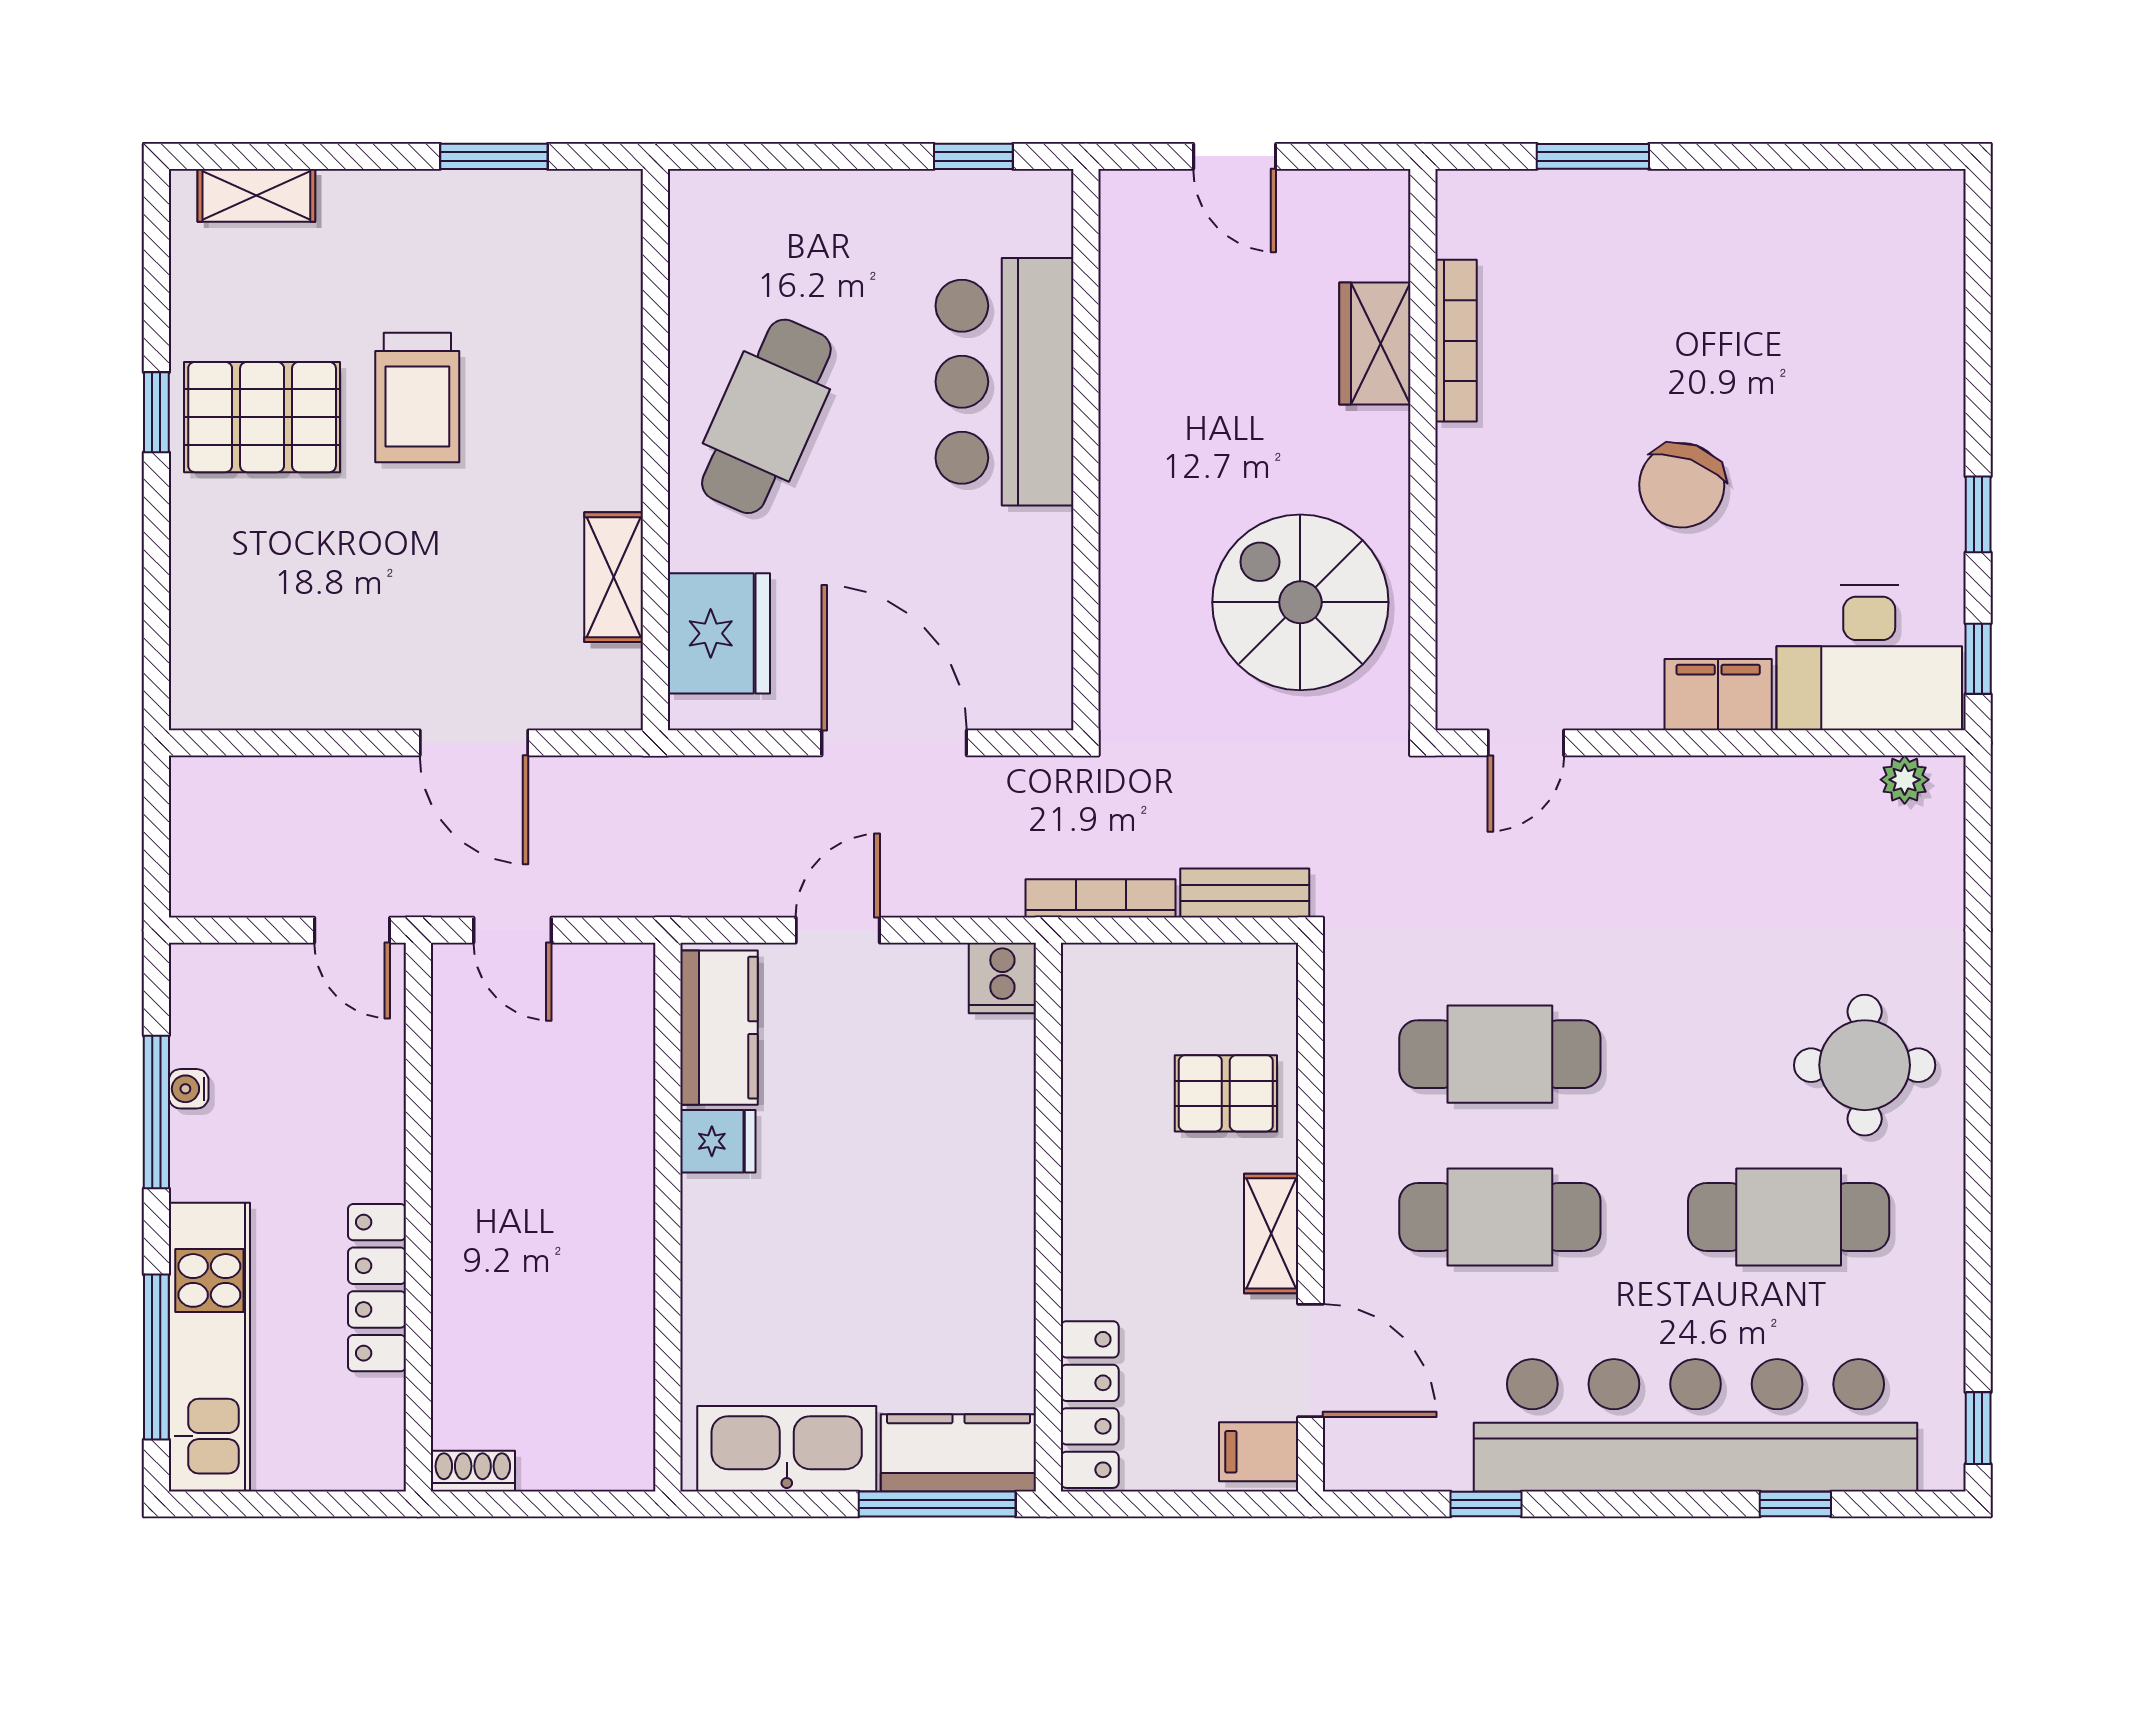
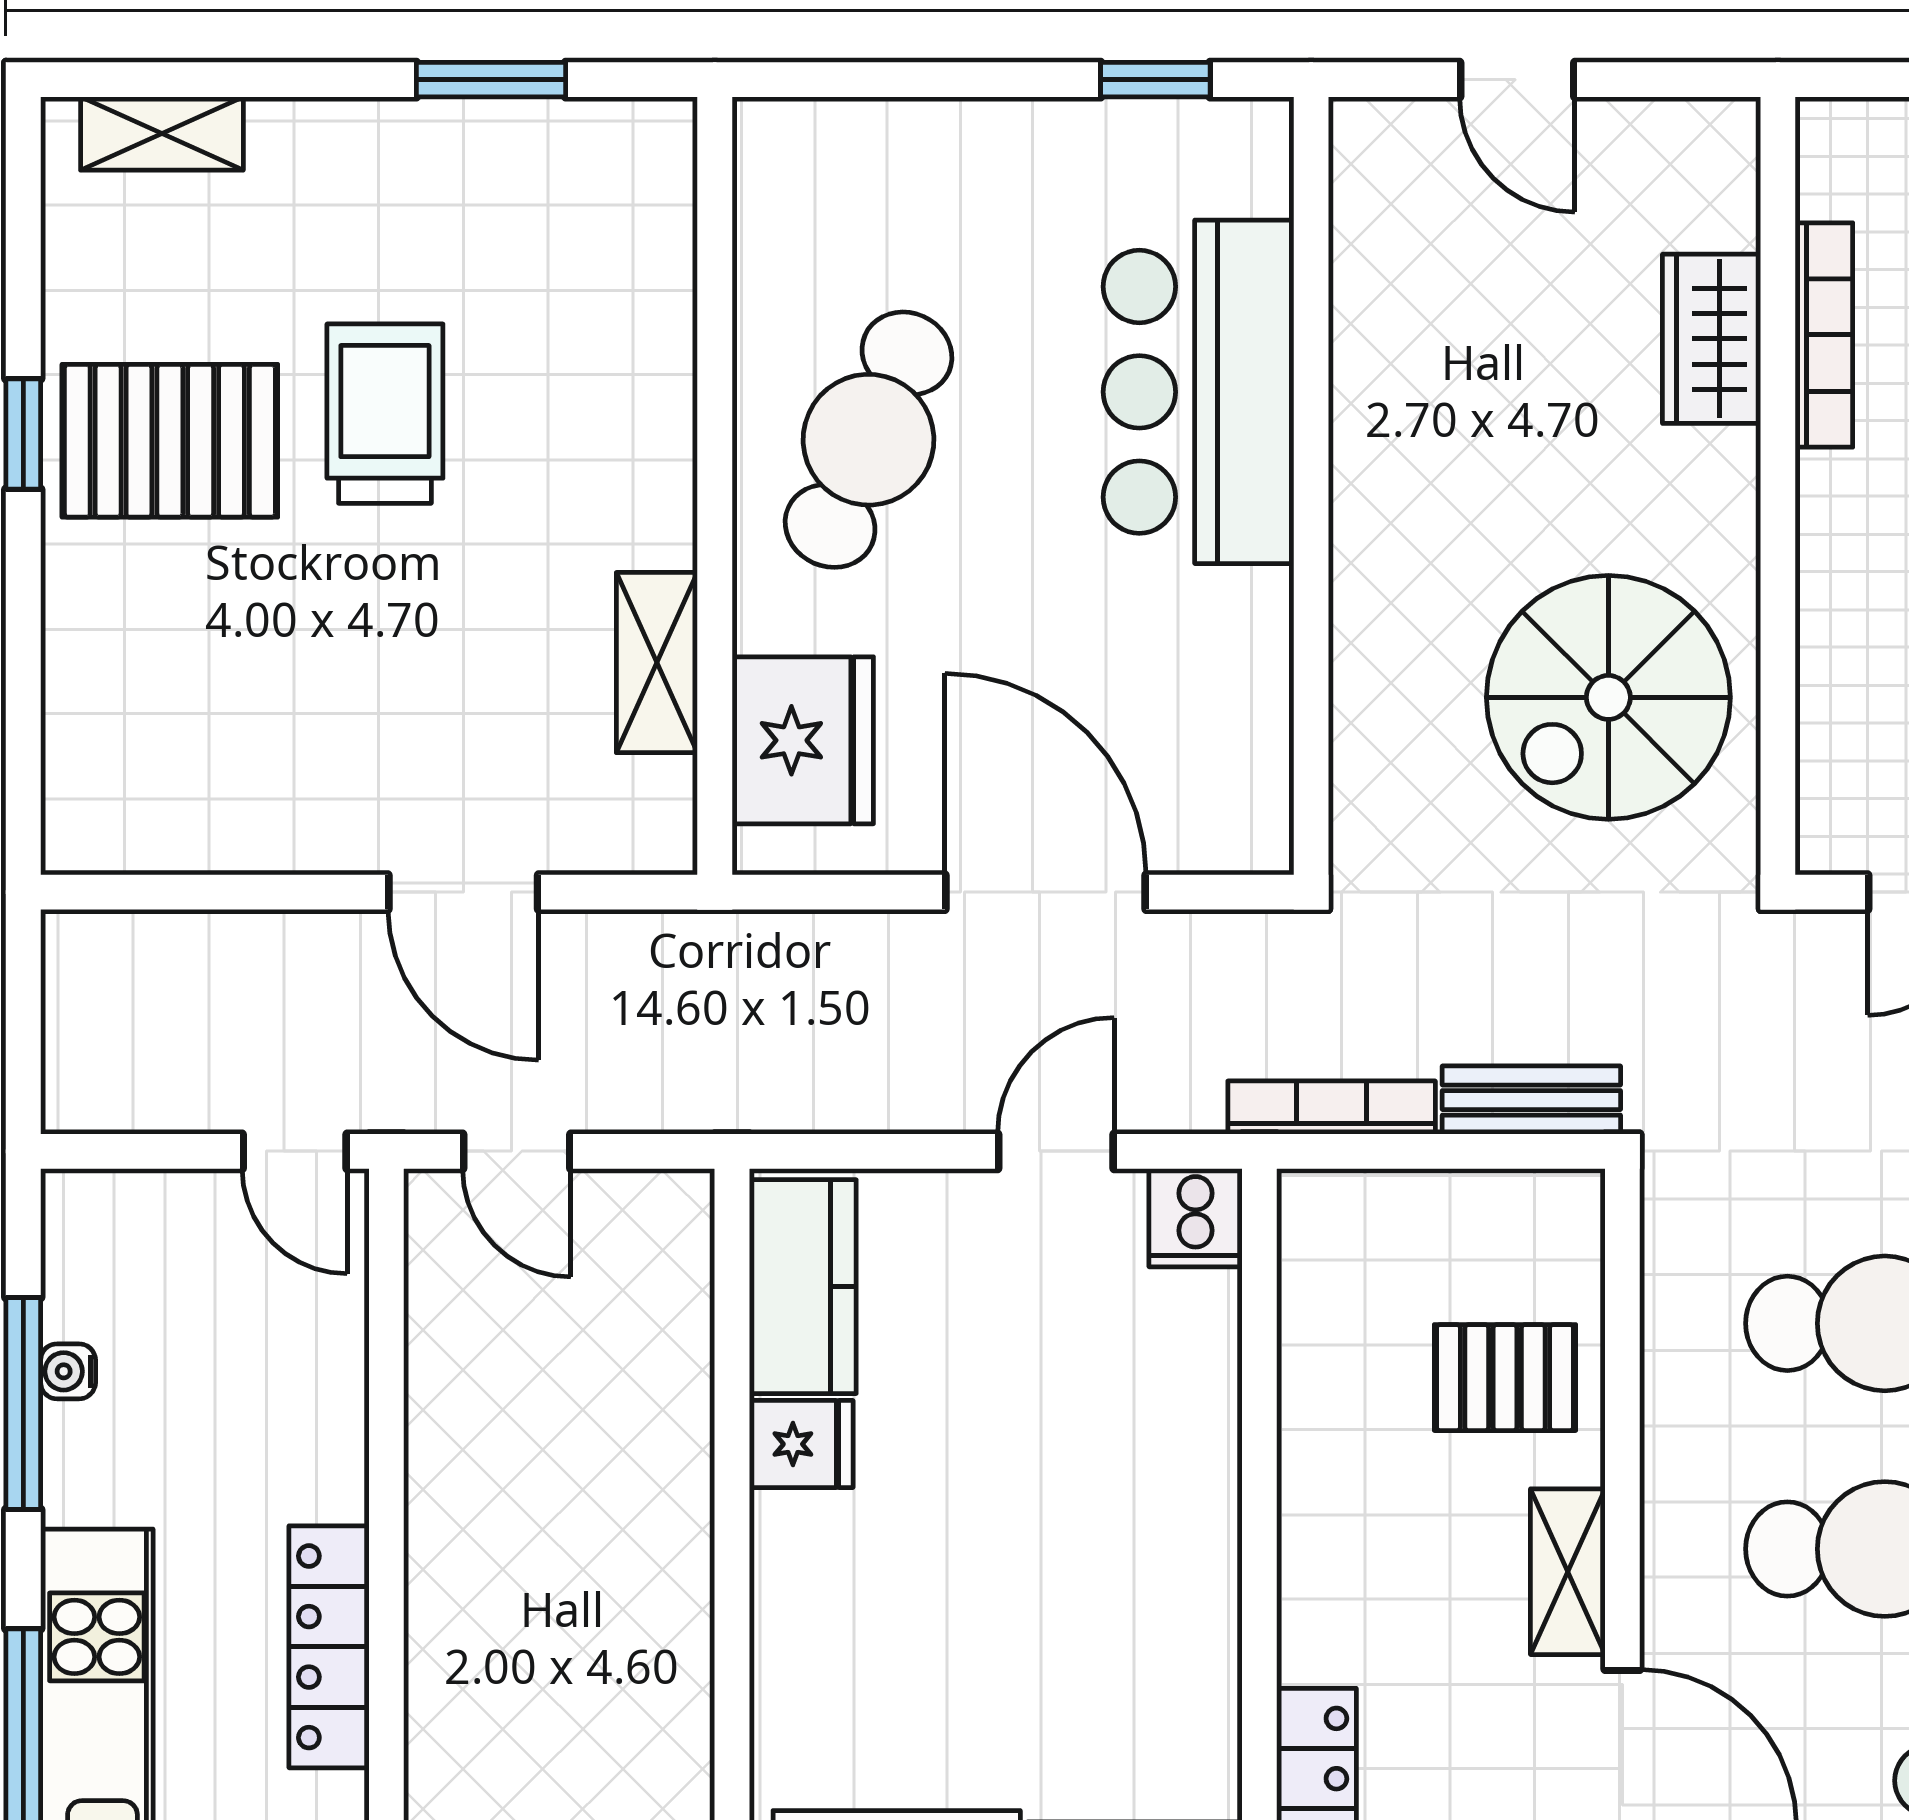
trolley: (417, 398) -> (385, 414), turned 180
spiral stairs: (1300, 602) -> (1608, 697), turned -90
door: (838, 930) -> (1056, 1151), moved

